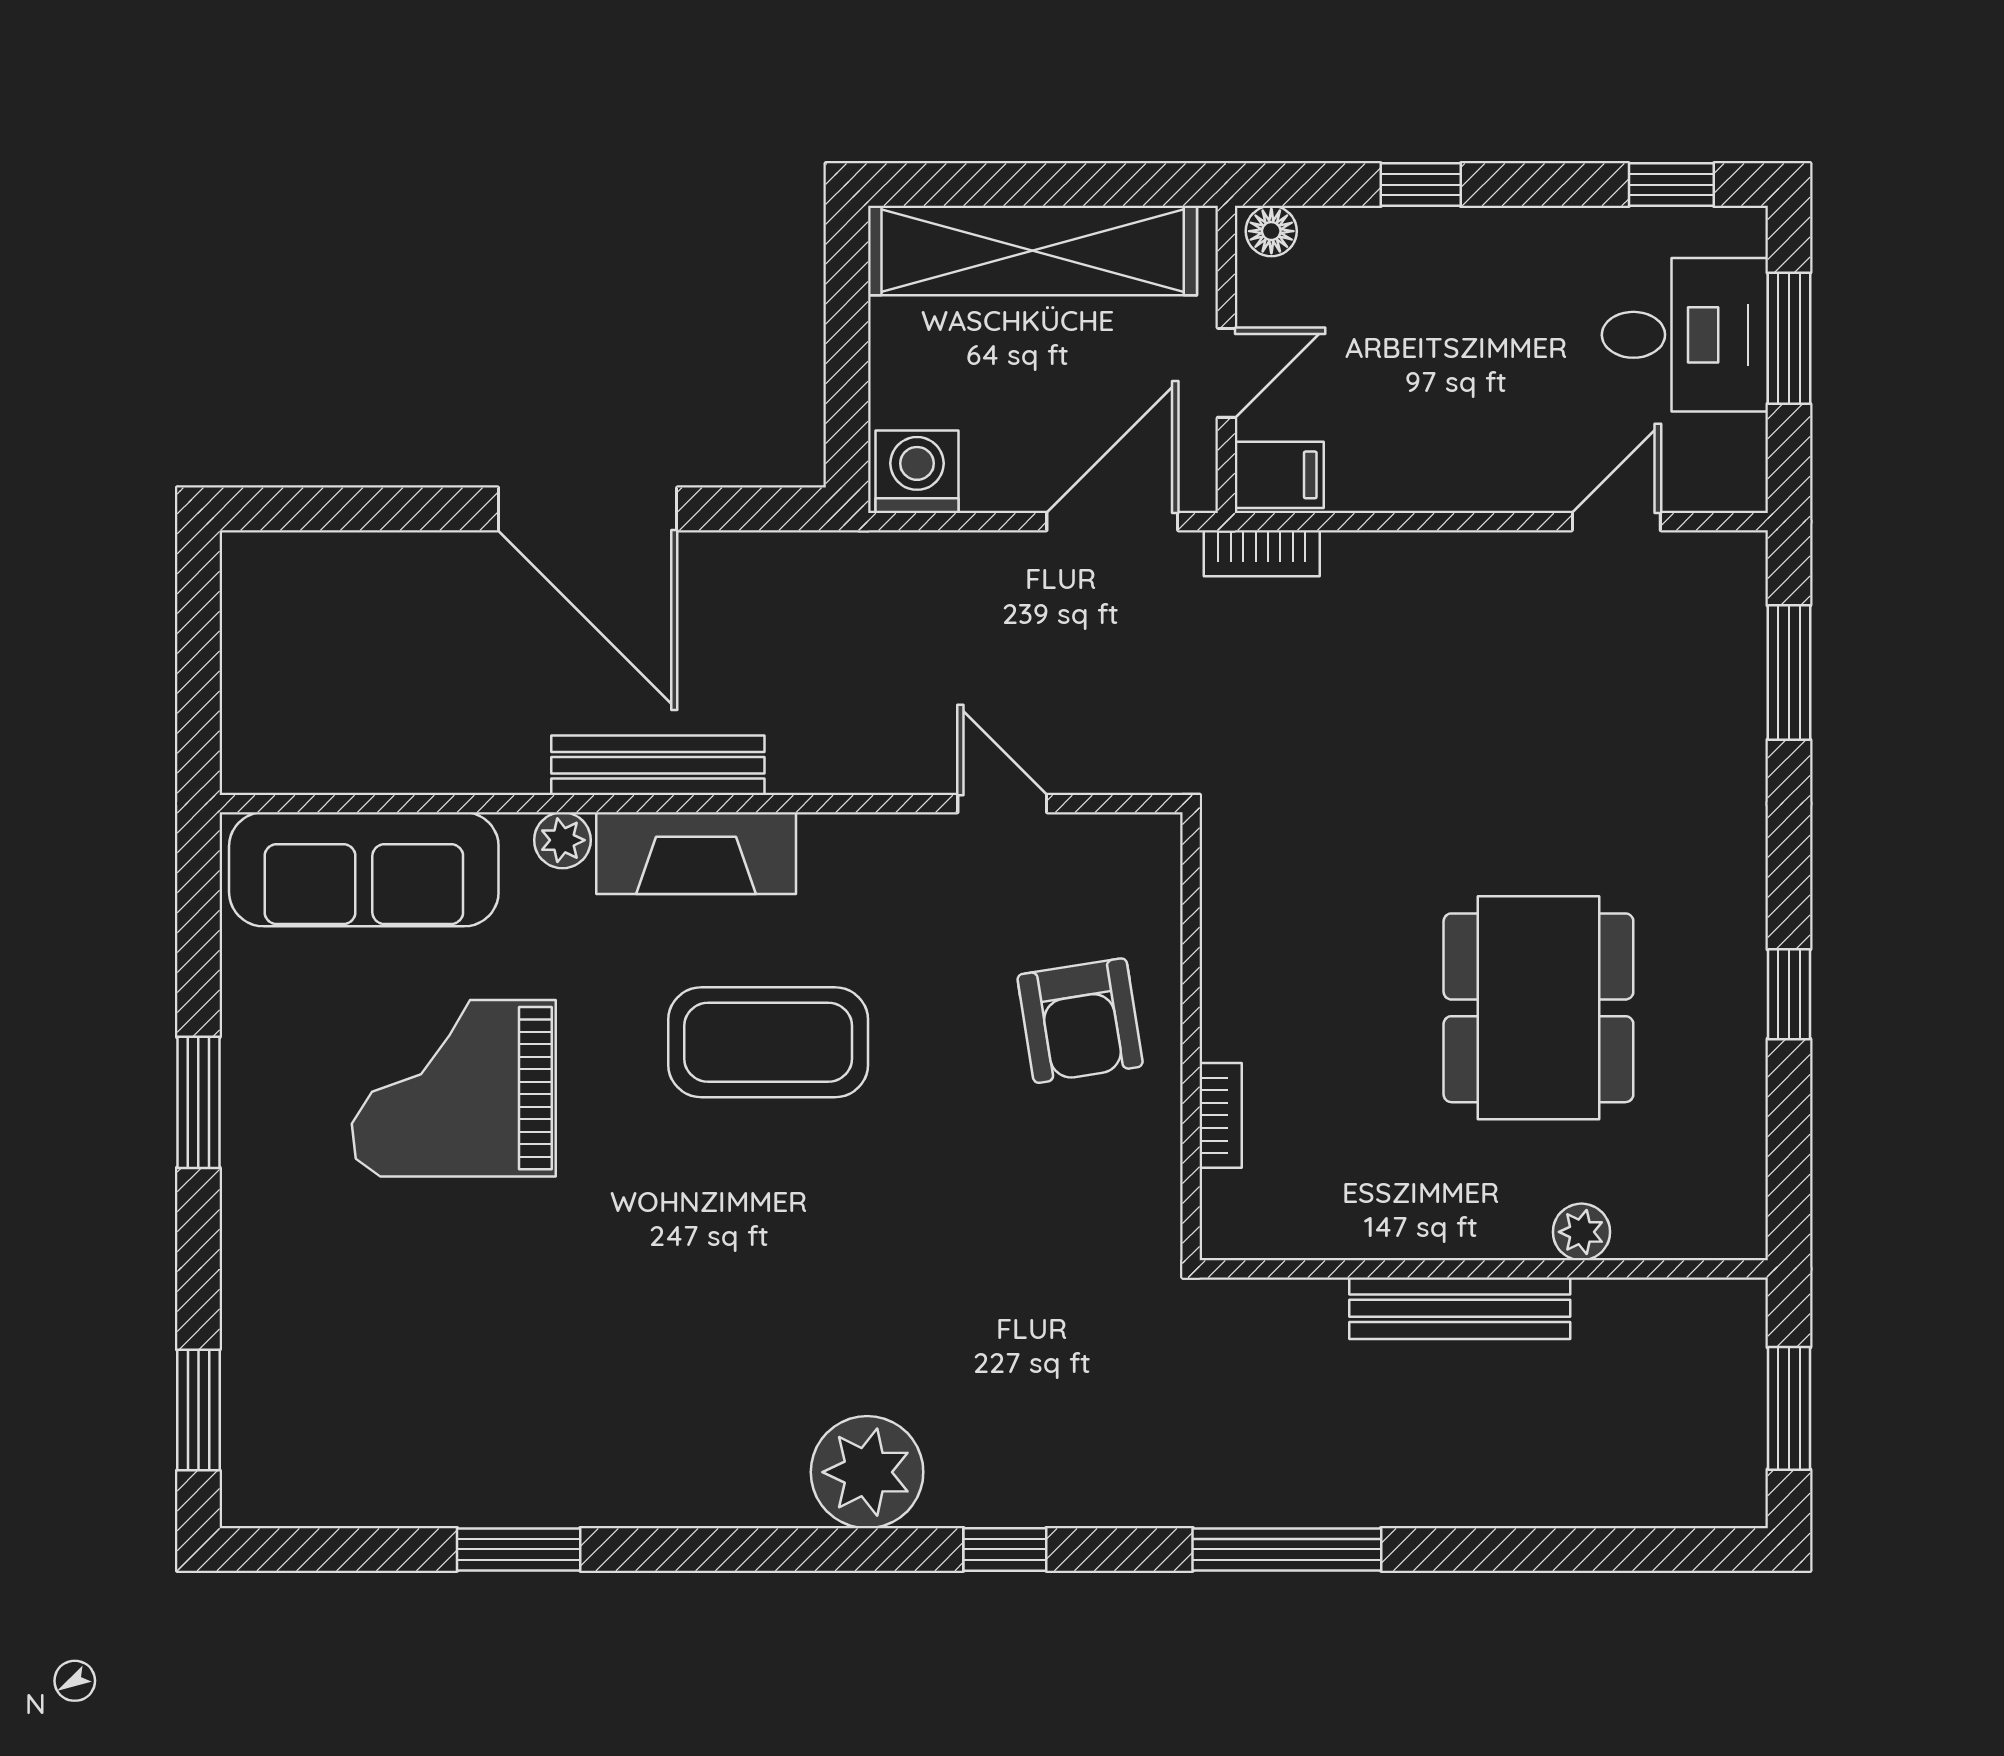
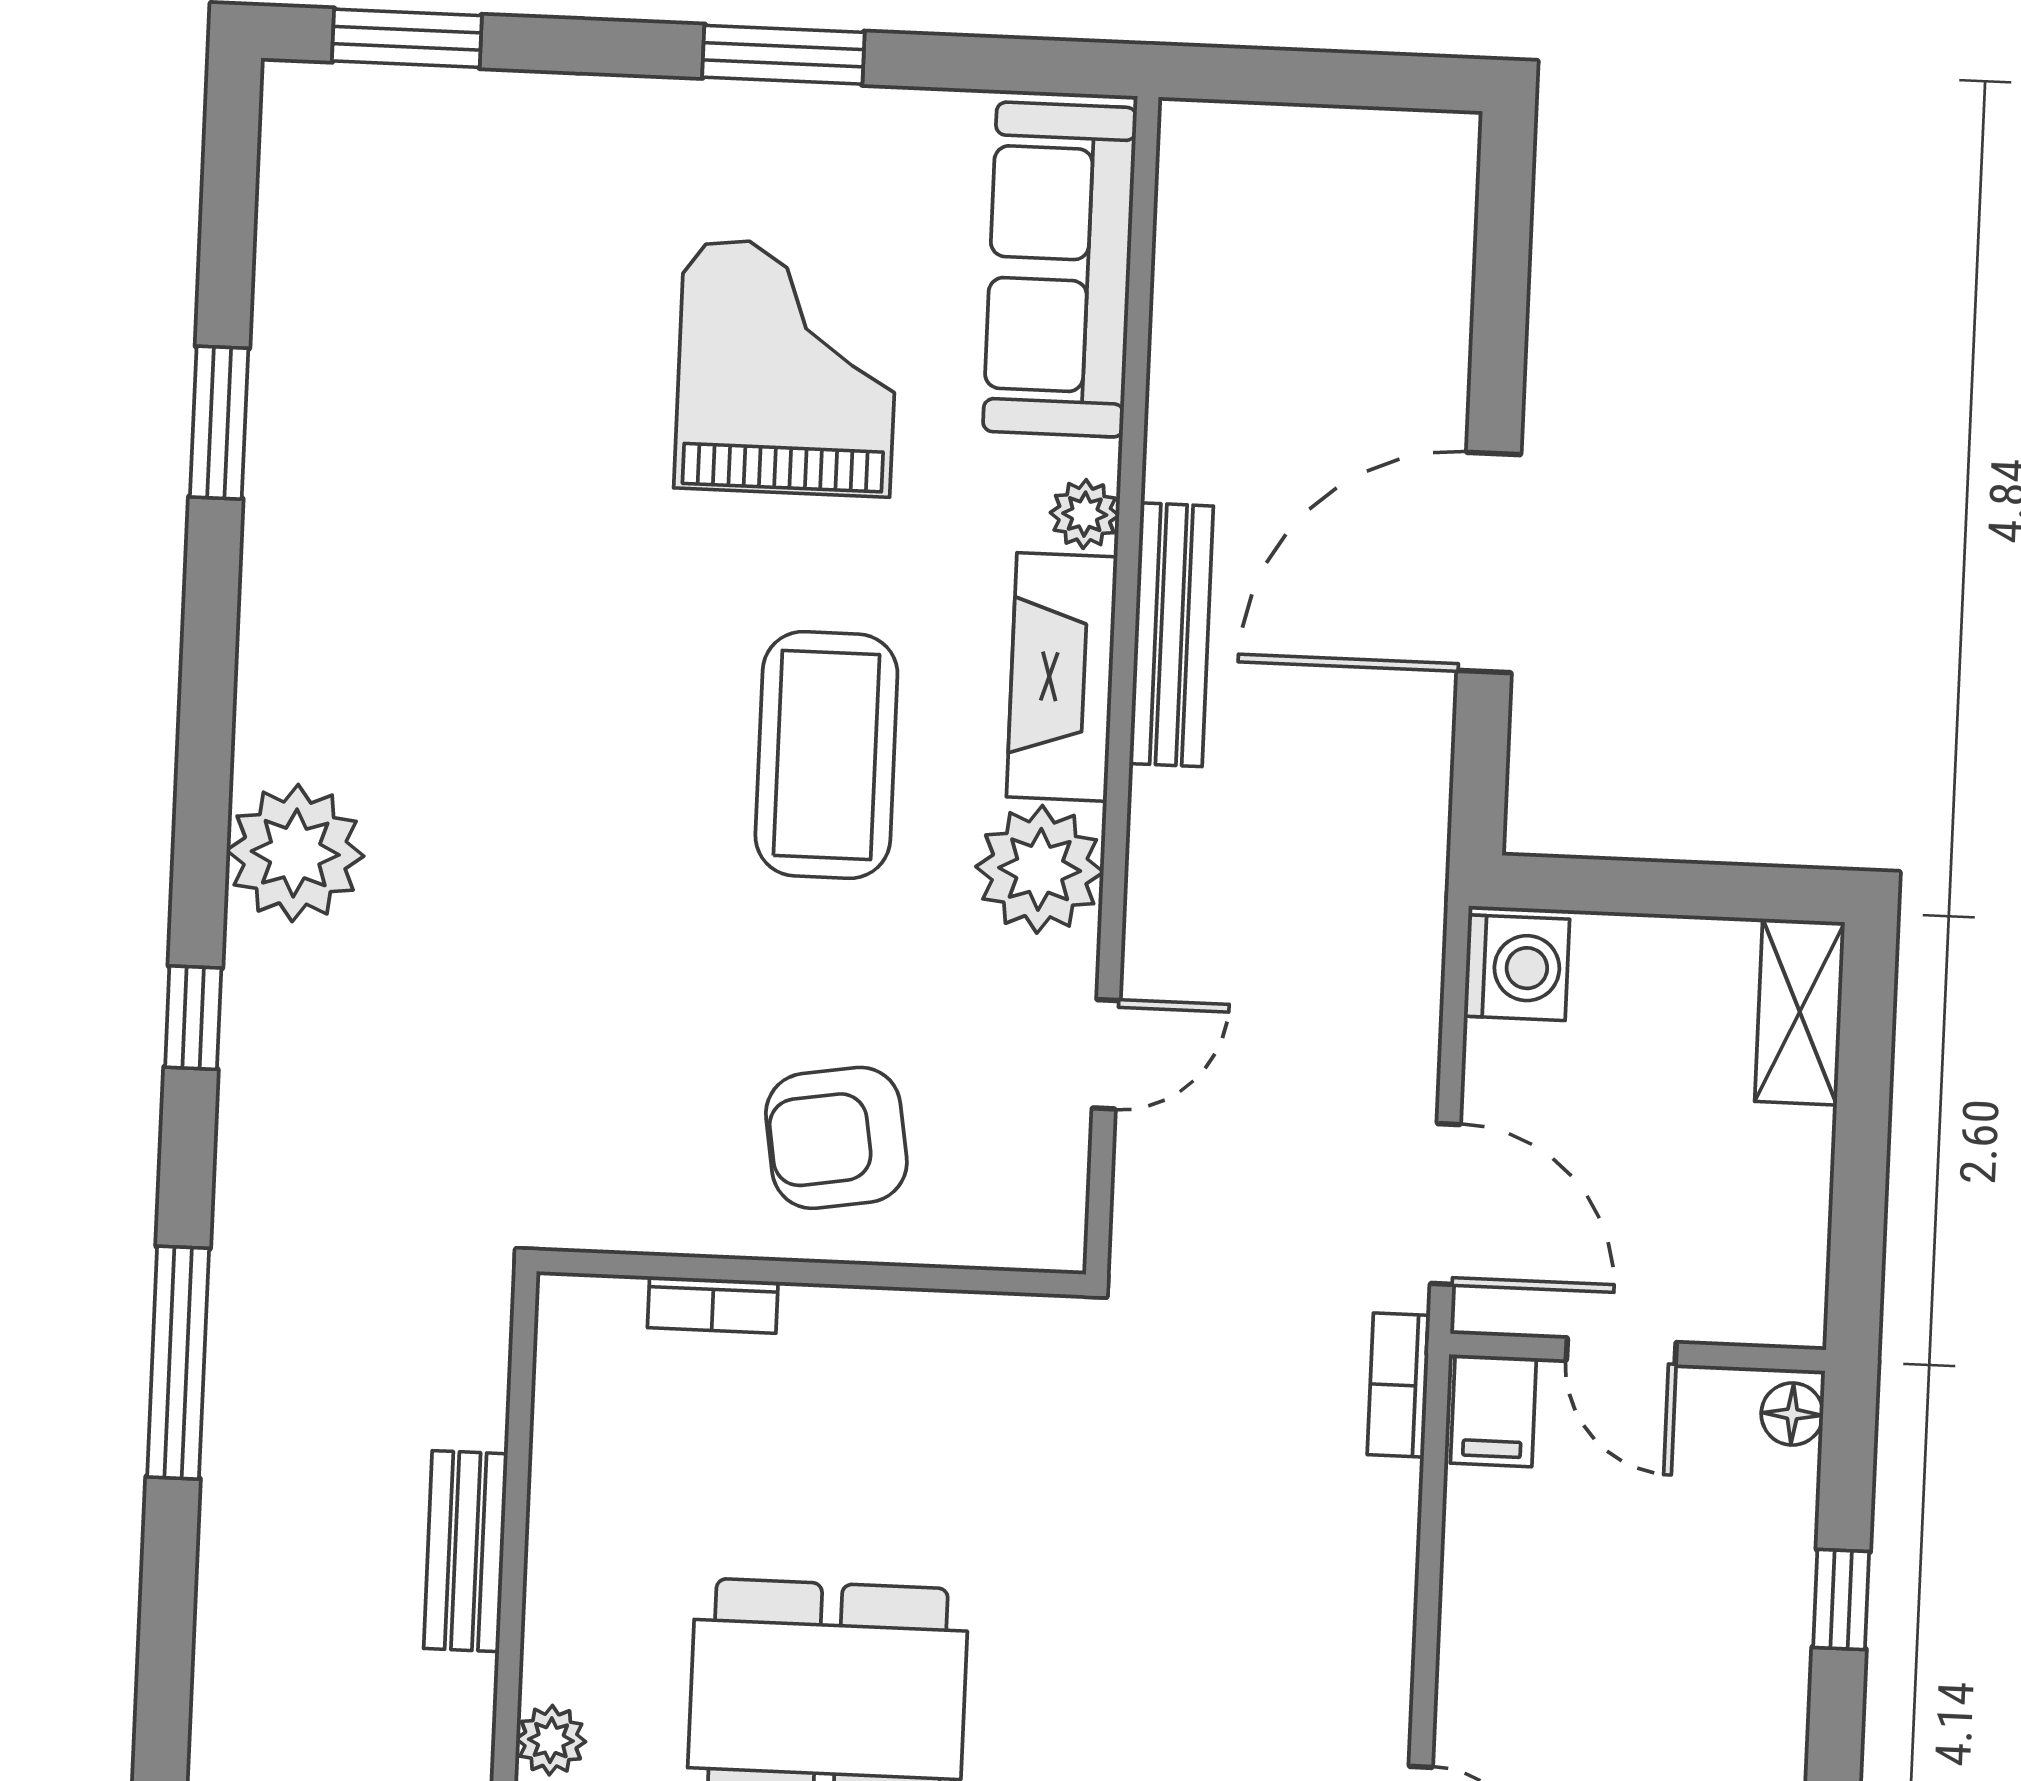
shelving: (1033, 251) -> (1800, 1012), width x0.45, depth x0.75
plant: (854, 864) -> (1040, 869), added
bench: (1460, 1308) -> (466, 1551), width x0.73

